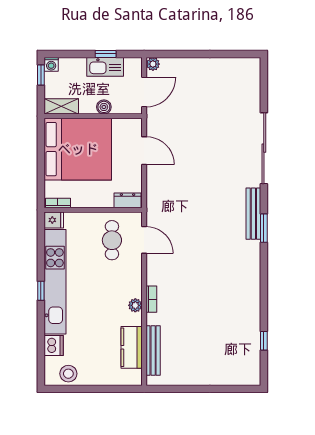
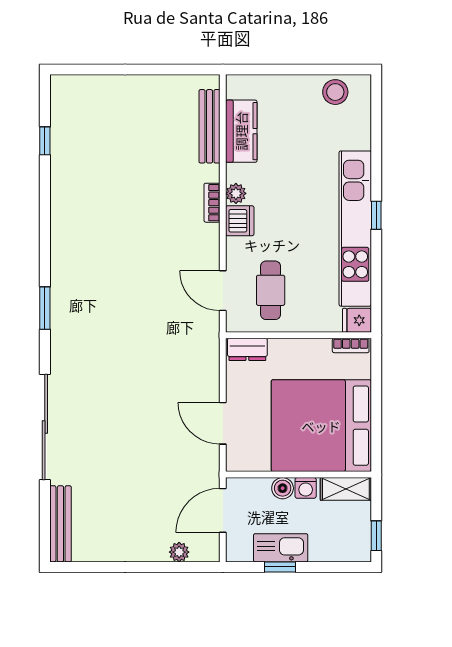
washing machine: (51, 64) -> (306, 488), moved, turned 180
plant: (153, 64) -> (179, 552), moved
bench: (253, 214) -> (60, 524), moved
dishwasher: (54, 346) -> (240, 221), moved, turned 180

